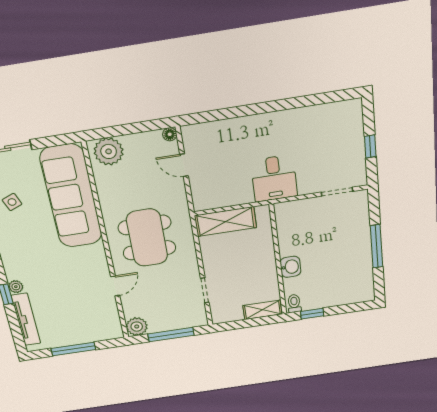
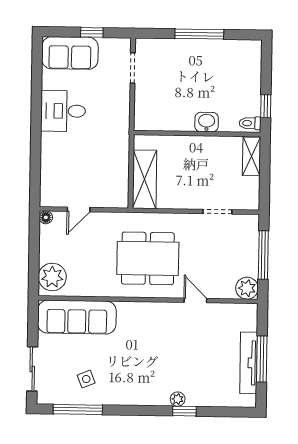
sofa: (347, 128) -> (70, 53), added
desk: (274, 178) -> (63, 111), moved, turned 180
sofa: (71, 196) -> (77, 317), width x0.74, depth x0.79
tv unit: (26, 319) -> (249, 363), moved, turned -90

